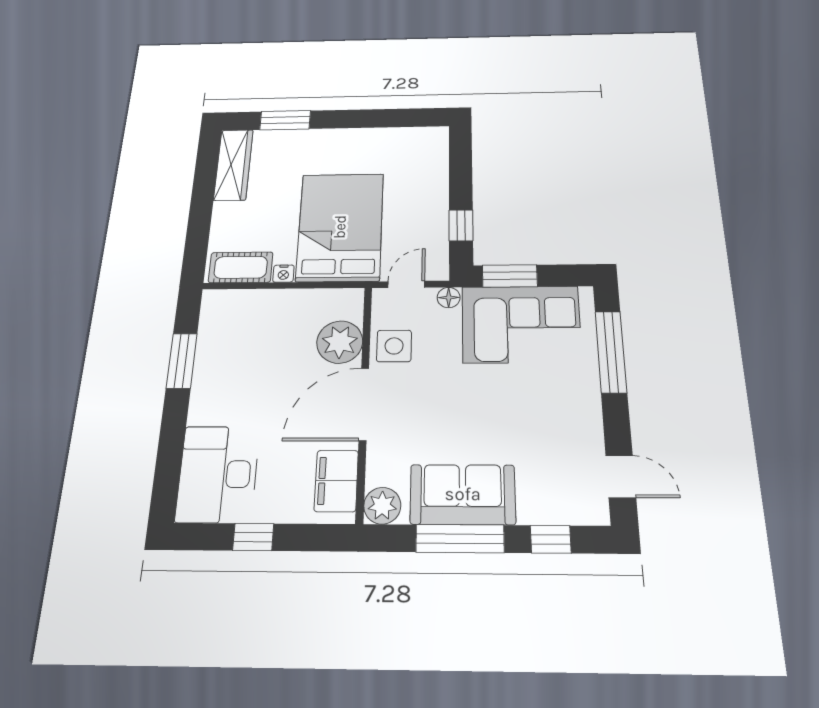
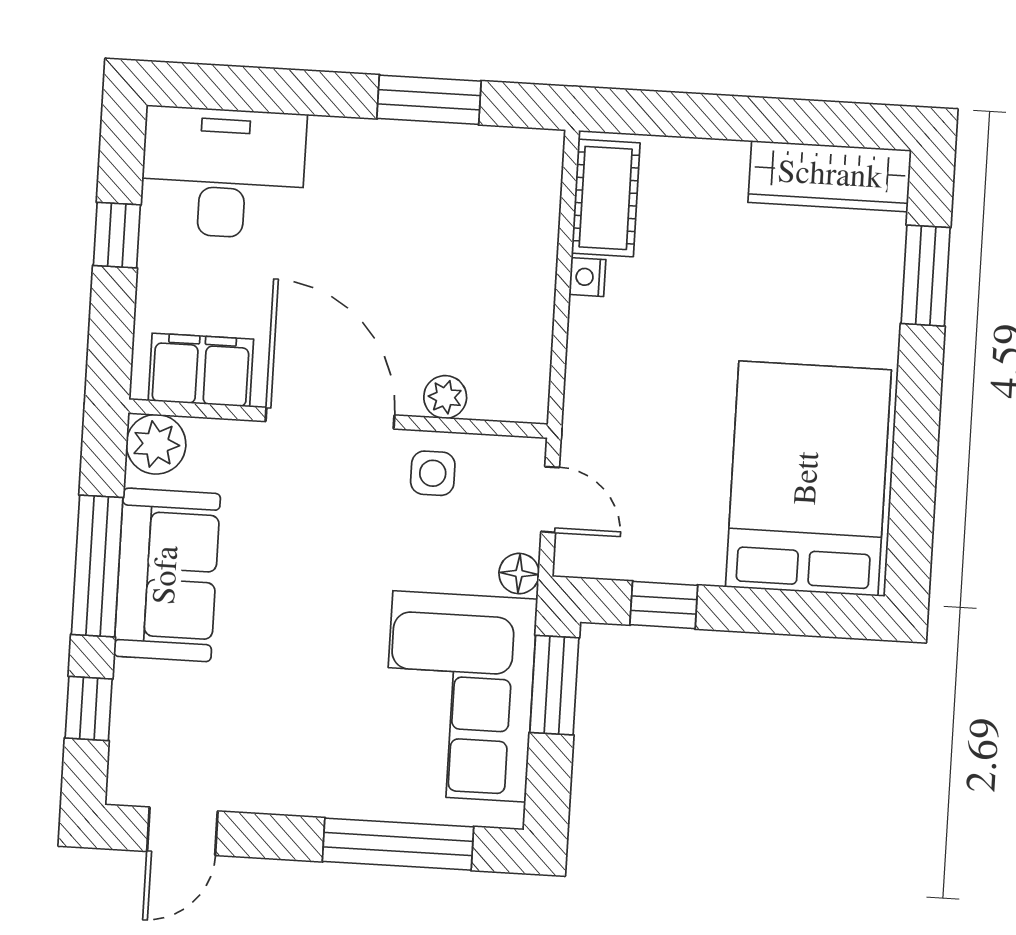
bed: (340, 227) -> (808, 478), moved, turned -90
plant: (340, 342) -> (445, 397), width x0.53, depth x0.53
side table: (394, 346) -> (433, 473), width x0.73, depth x0.73

